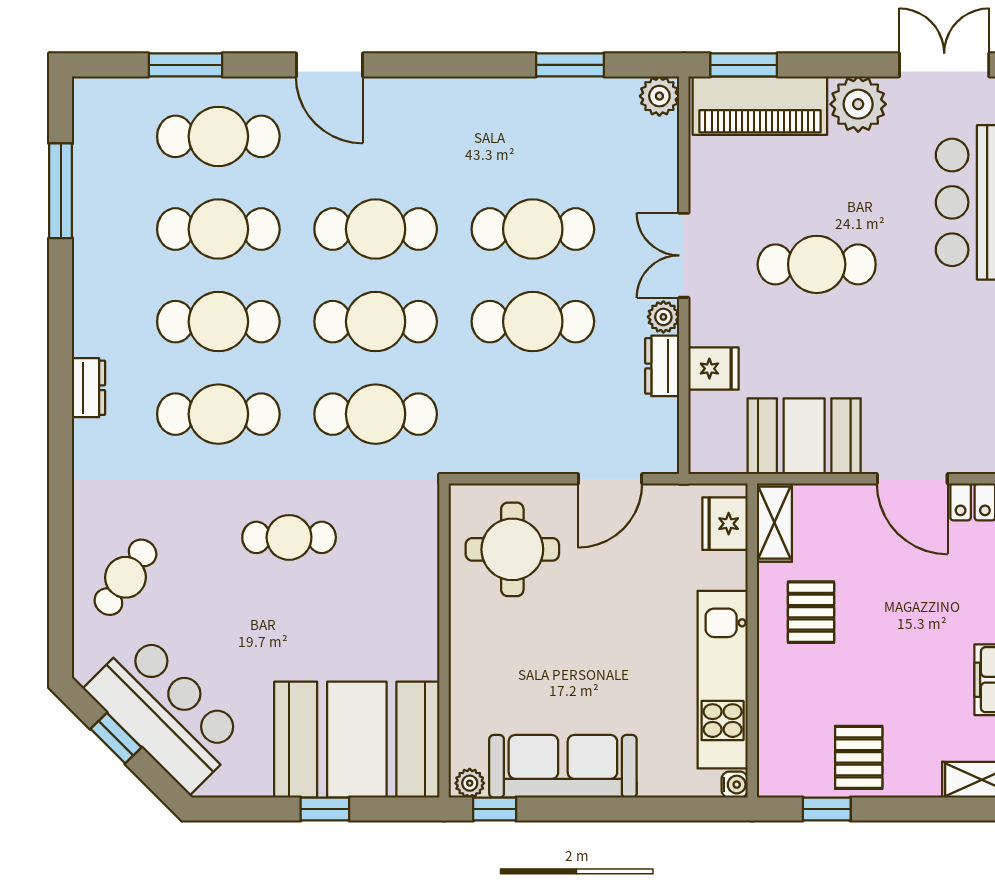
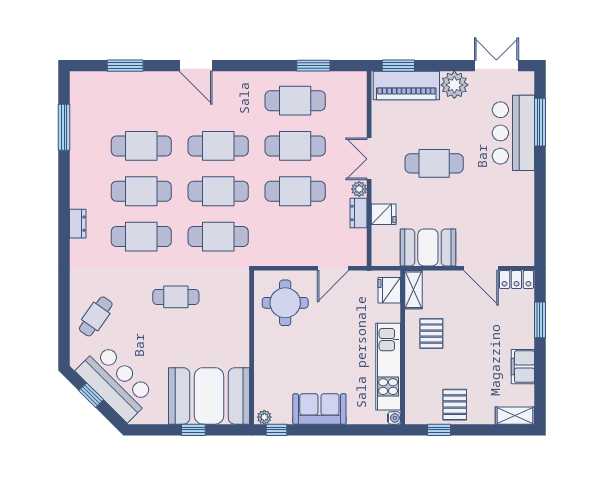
plant: (659, 96) -> (357, 81), removed
cafe table: (218, 136) -> (295, 101), moved
sofa: (563, 766) -> (319, 409), width x0.73

